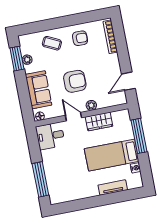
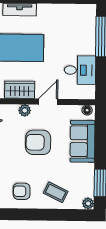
plant: (27, 60) -> (88, 203), moved
door: (73, 117) -> (48, 102), swing flipped
desk: (50, 136) -> (80, 70), moved

